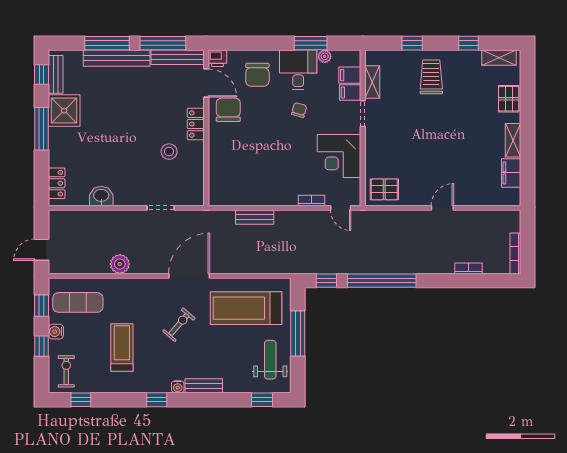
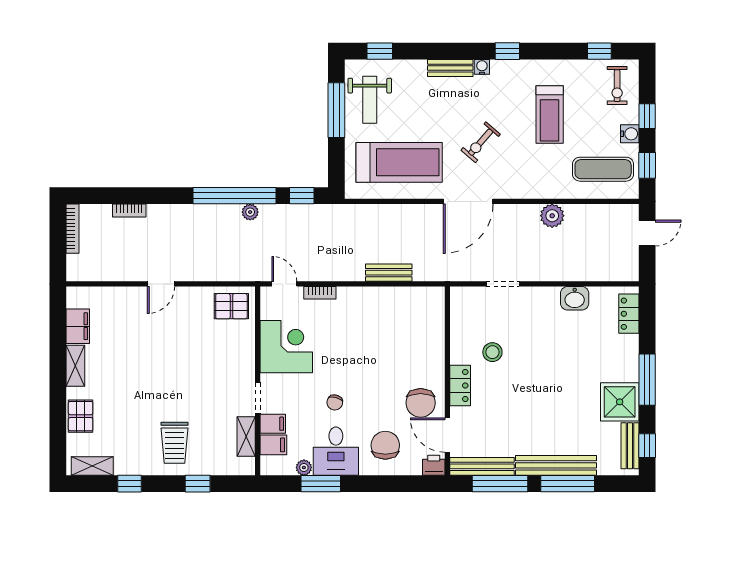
plant: (369, 267) -> (250, 212), added
window: (298, 333) -> (336, 110), moved

